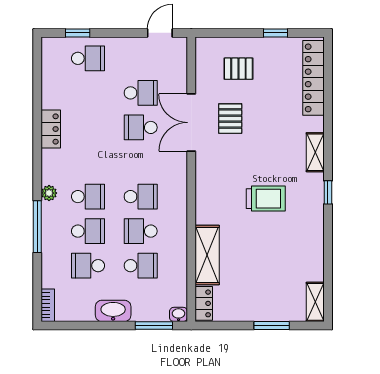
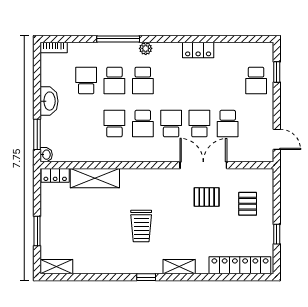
school desk: (141, 266) -> (171, 124), moved, turned 180

